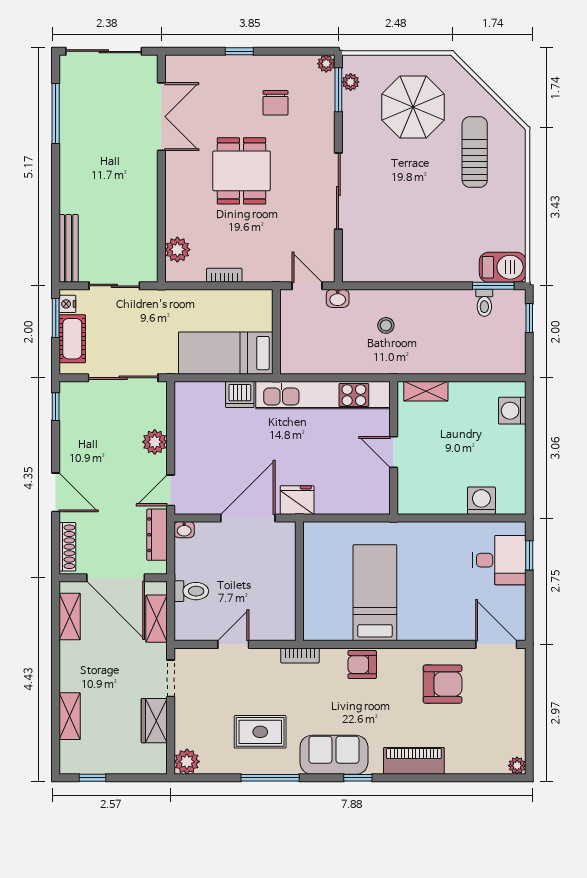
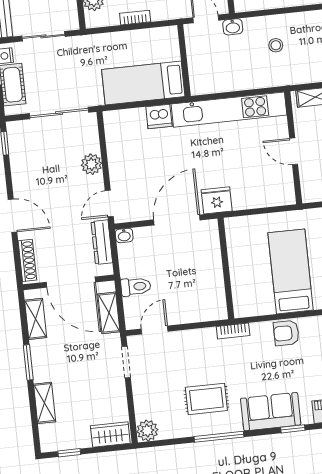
door: (233, 644) -> (155, 330), moved
window: (56, 667) -> (28, 362), added
wardrobe: (154, 721) -> (110, 434), moved, turned 90

